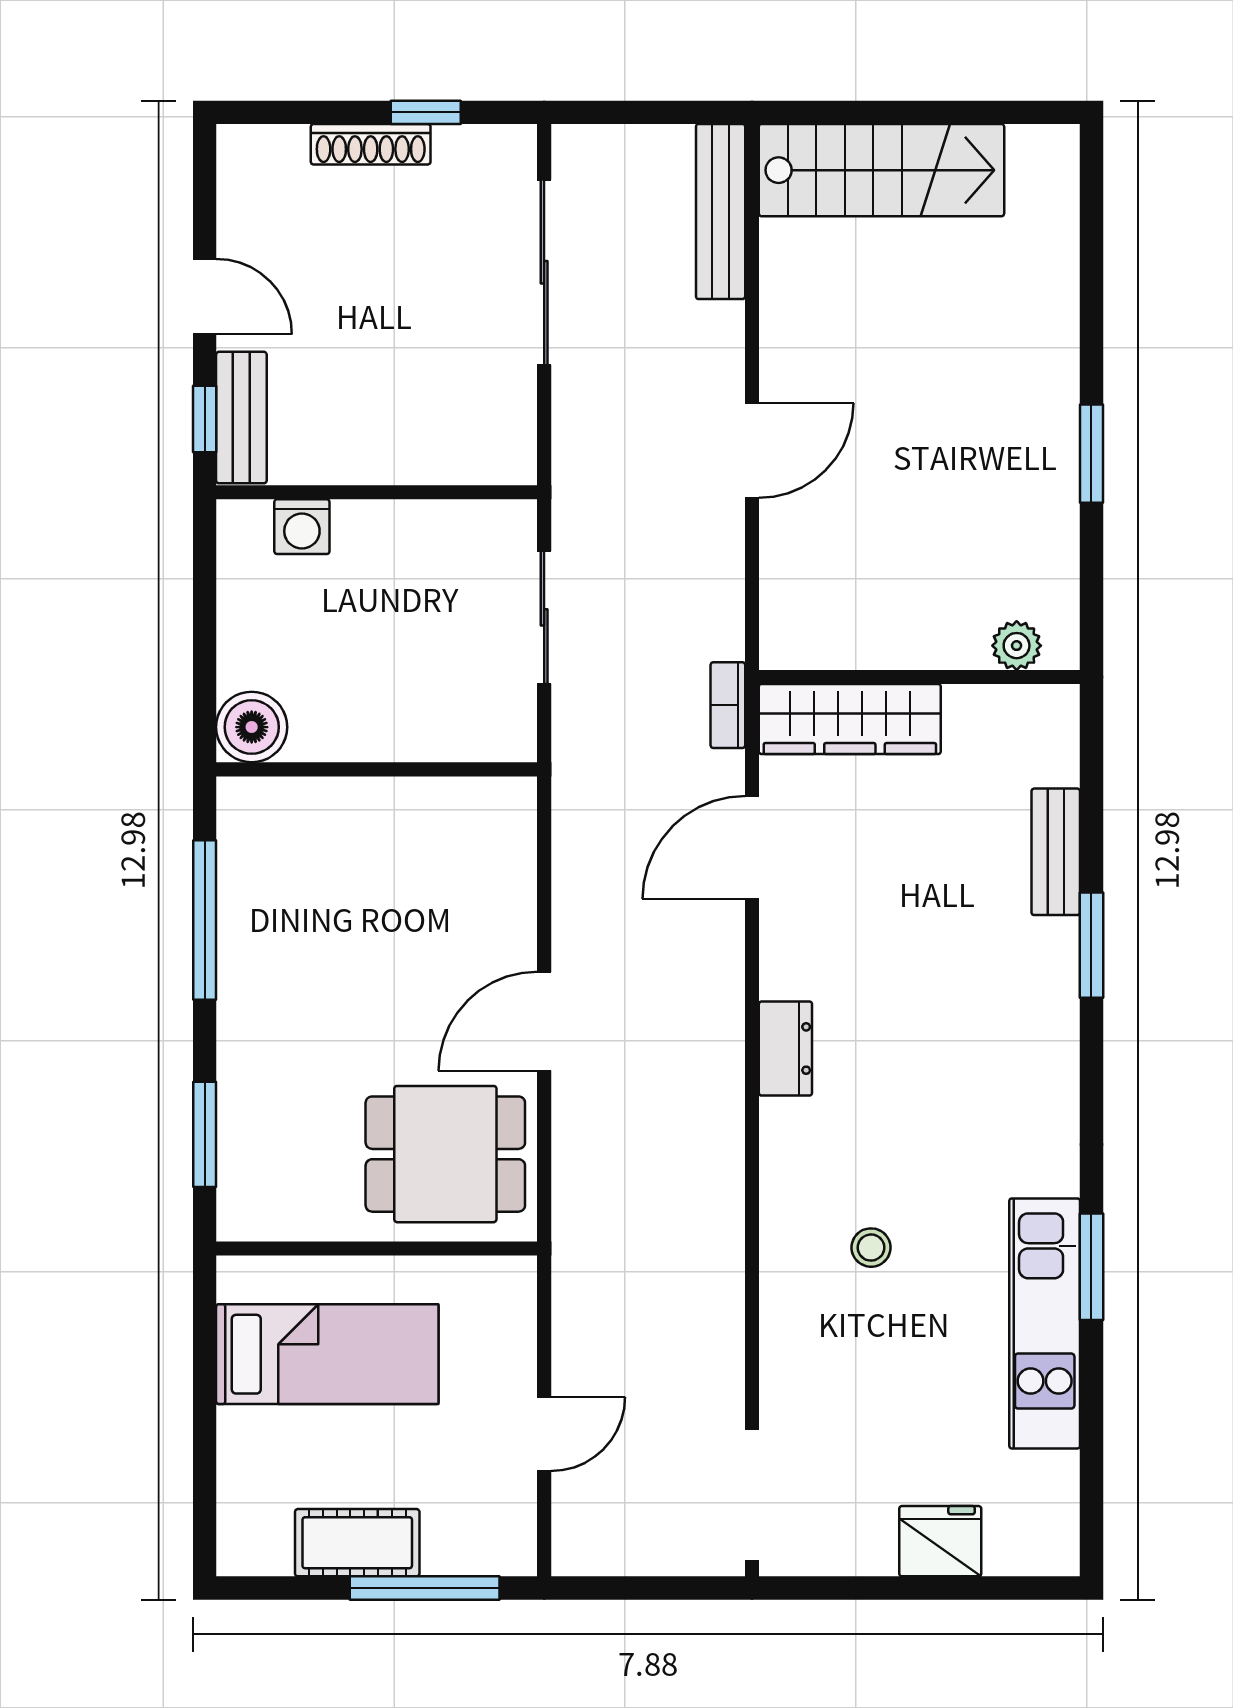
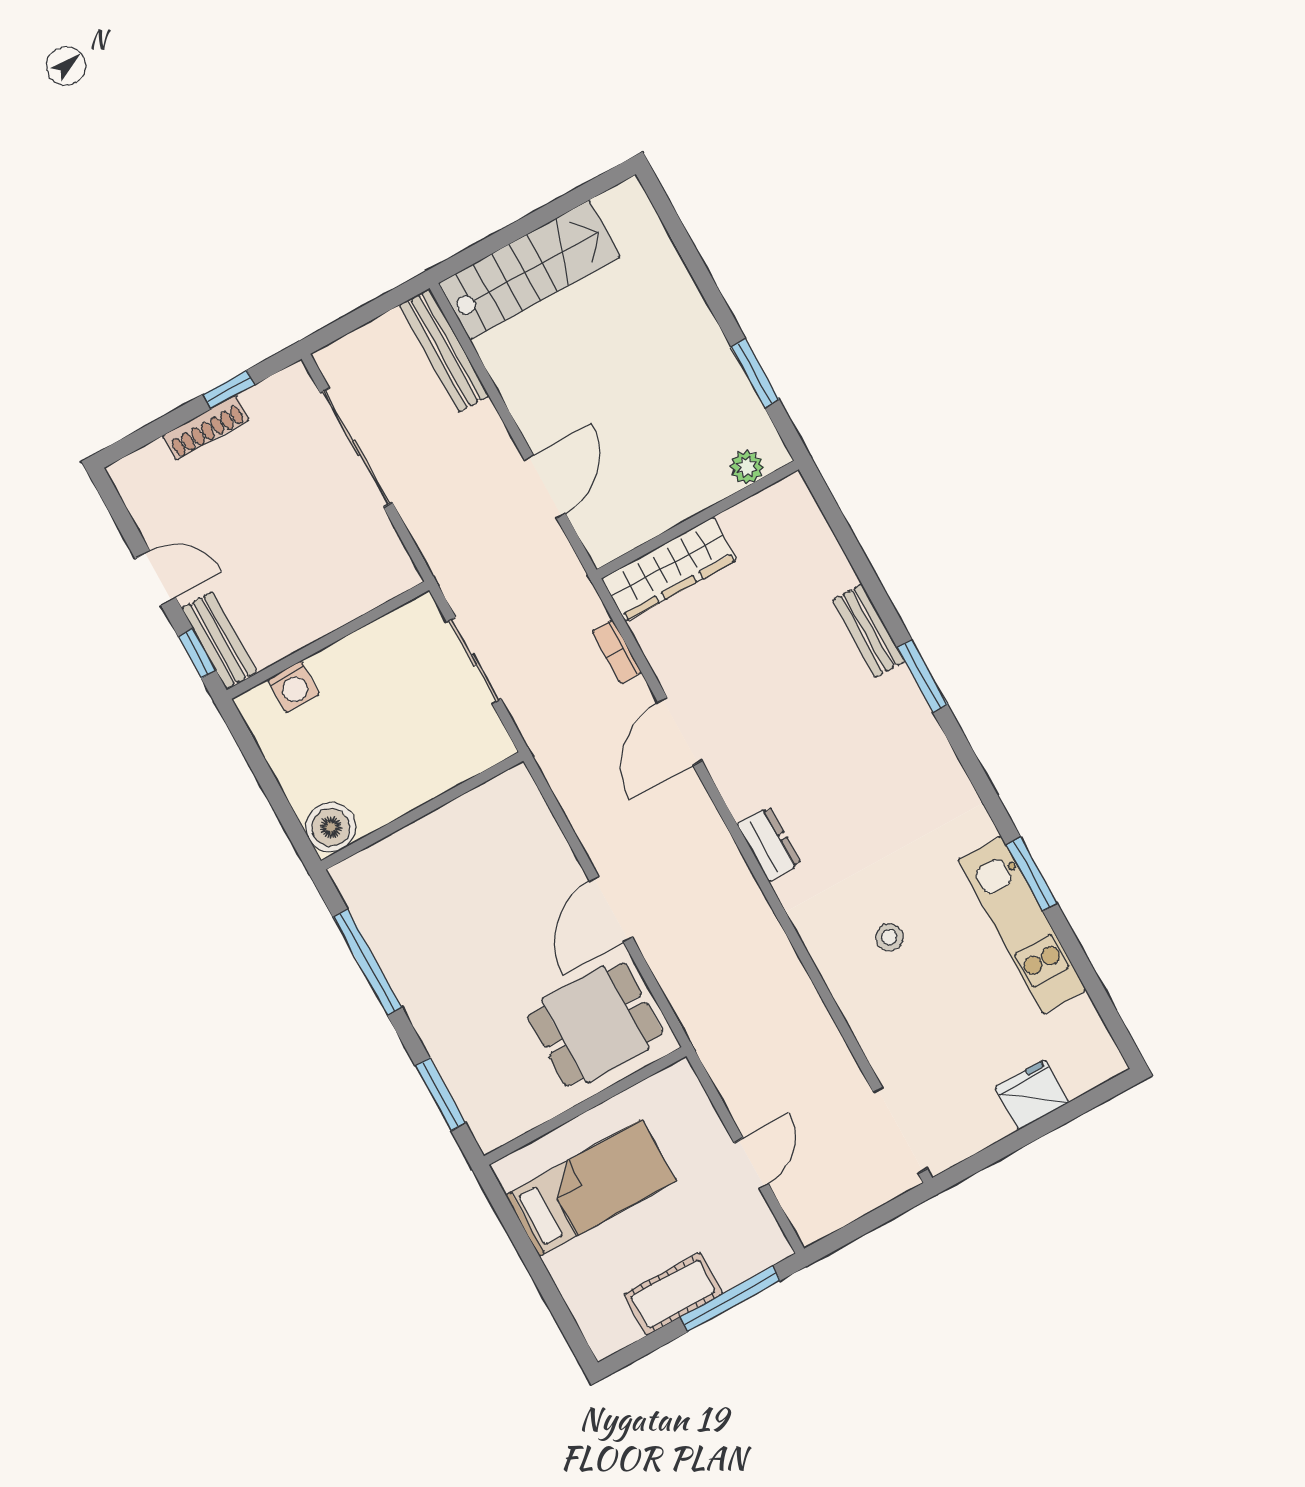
plant: (1017, 646) -> (747, 467), moved
wall: (919, 677) -> (698, 520), moved
wardrobe: (850, 719) -> (669, 569), moved

